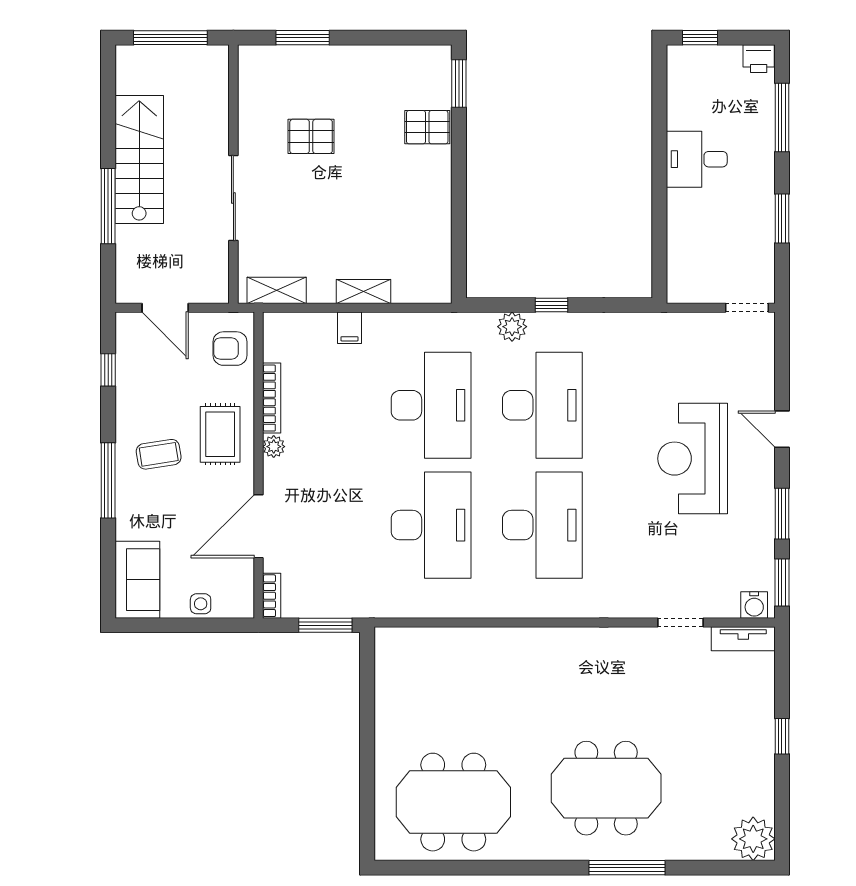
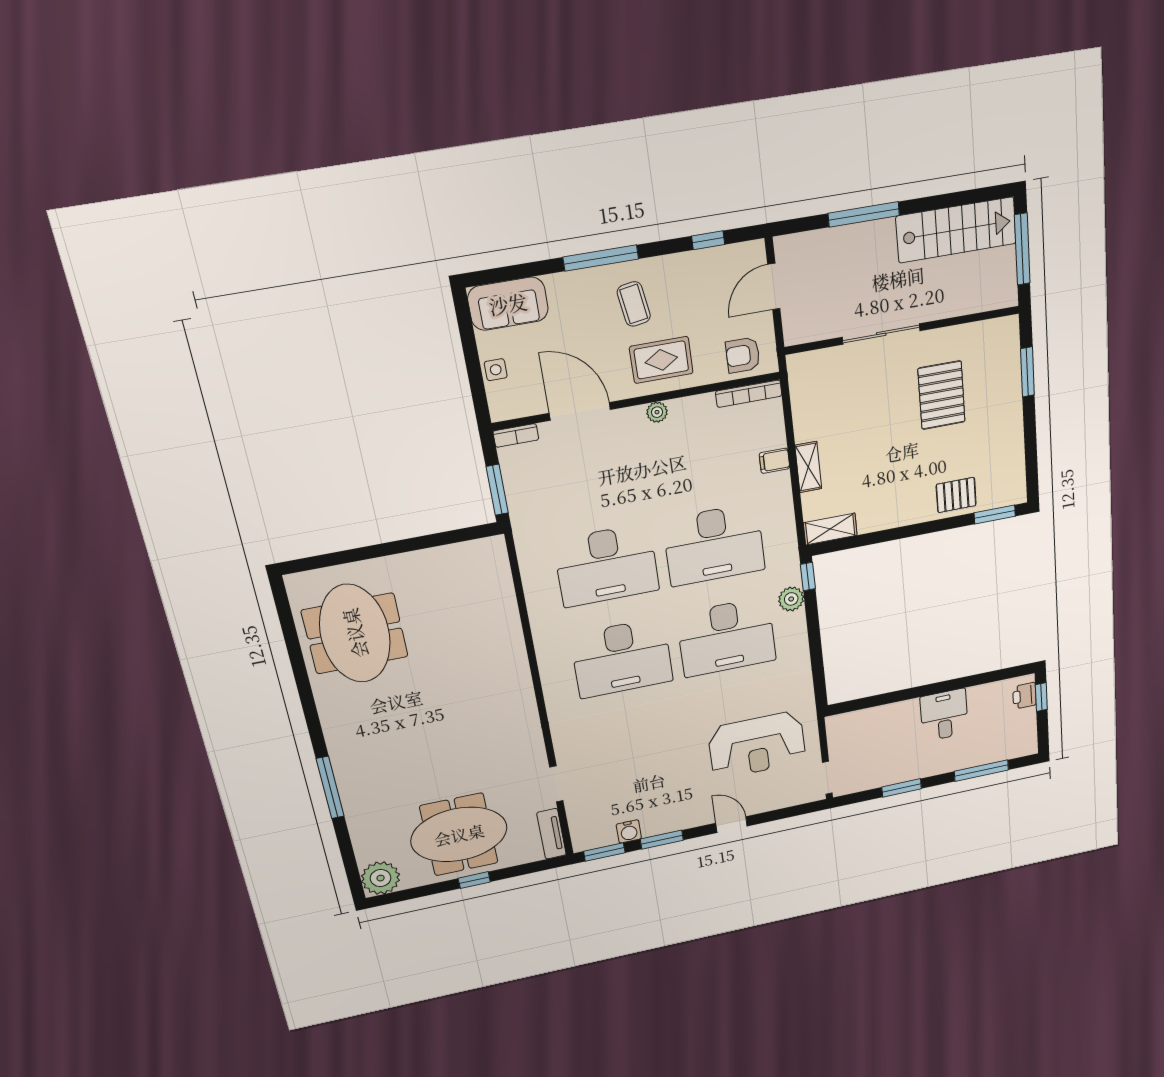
printer: (759, 59) -> (1024, 696), moved
pallet: (427, 127) -> (956, 495), turned 90
pallet: (311, 136) -> (942, 395), width x1.50, depth x1.42
stairs: (139, 160) -> (956, 230), moved
shelving: (277, 290) -> (830, 529), moved, turned 90
window: (552, 305) -> (808, 577), moved
armchair: (230, 349) -> (743, 355), turned -90
bookcase: (272, 398) -> (749, 394), moved
door: (782, 429) -> (731, 825), hinge flipped
reception desk: (693, 459) -> (757, 745), moved, turned 180
water cooler: (754, 605) -> (629, 831), moved, turned -90
meeting table: (606, 788) -> (459, 835), moved, turned 90

